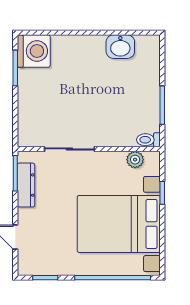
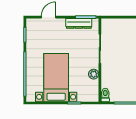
plant: (135, 160) -> (94, 74), moved
bed with nightstands: (119, 224) -> (56, 78), width x0.73

